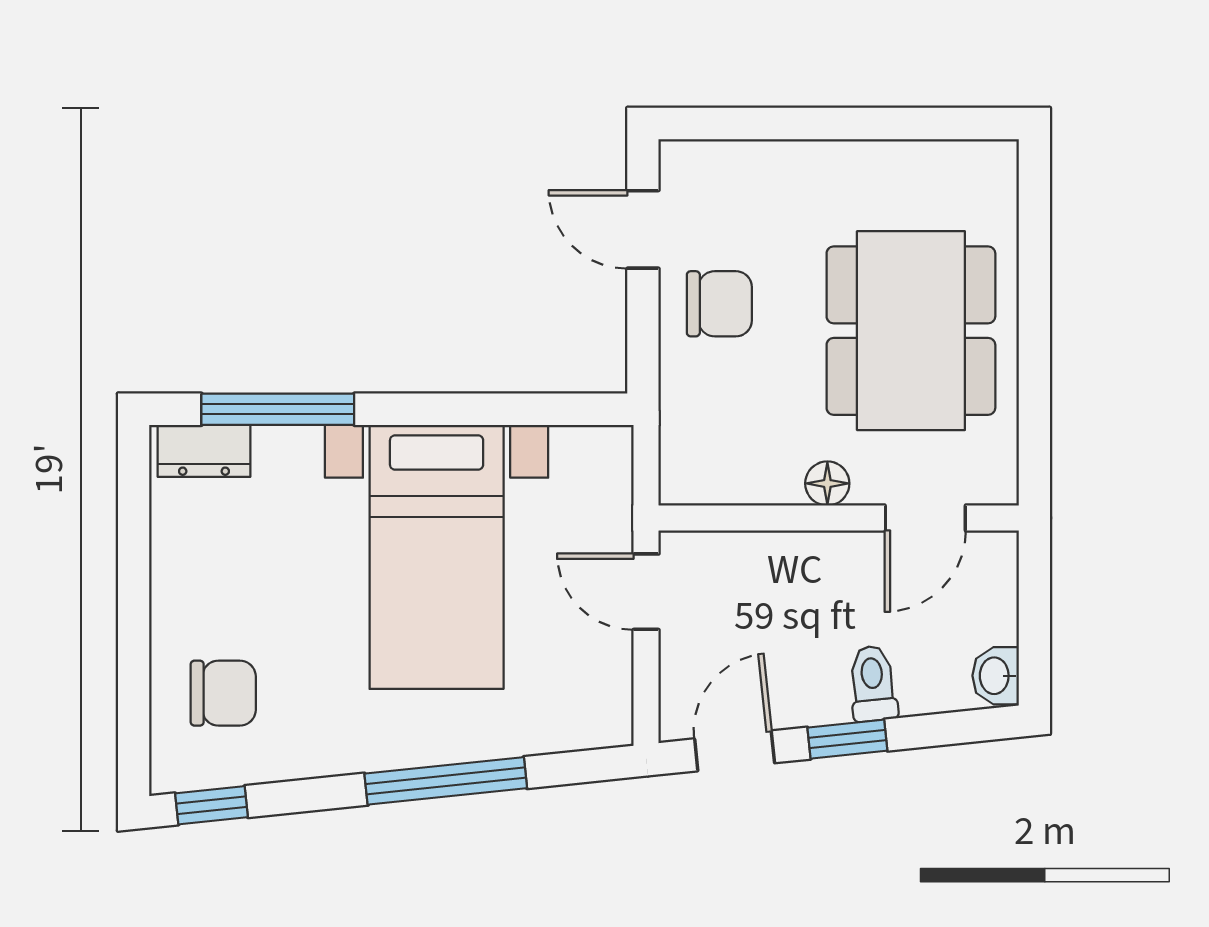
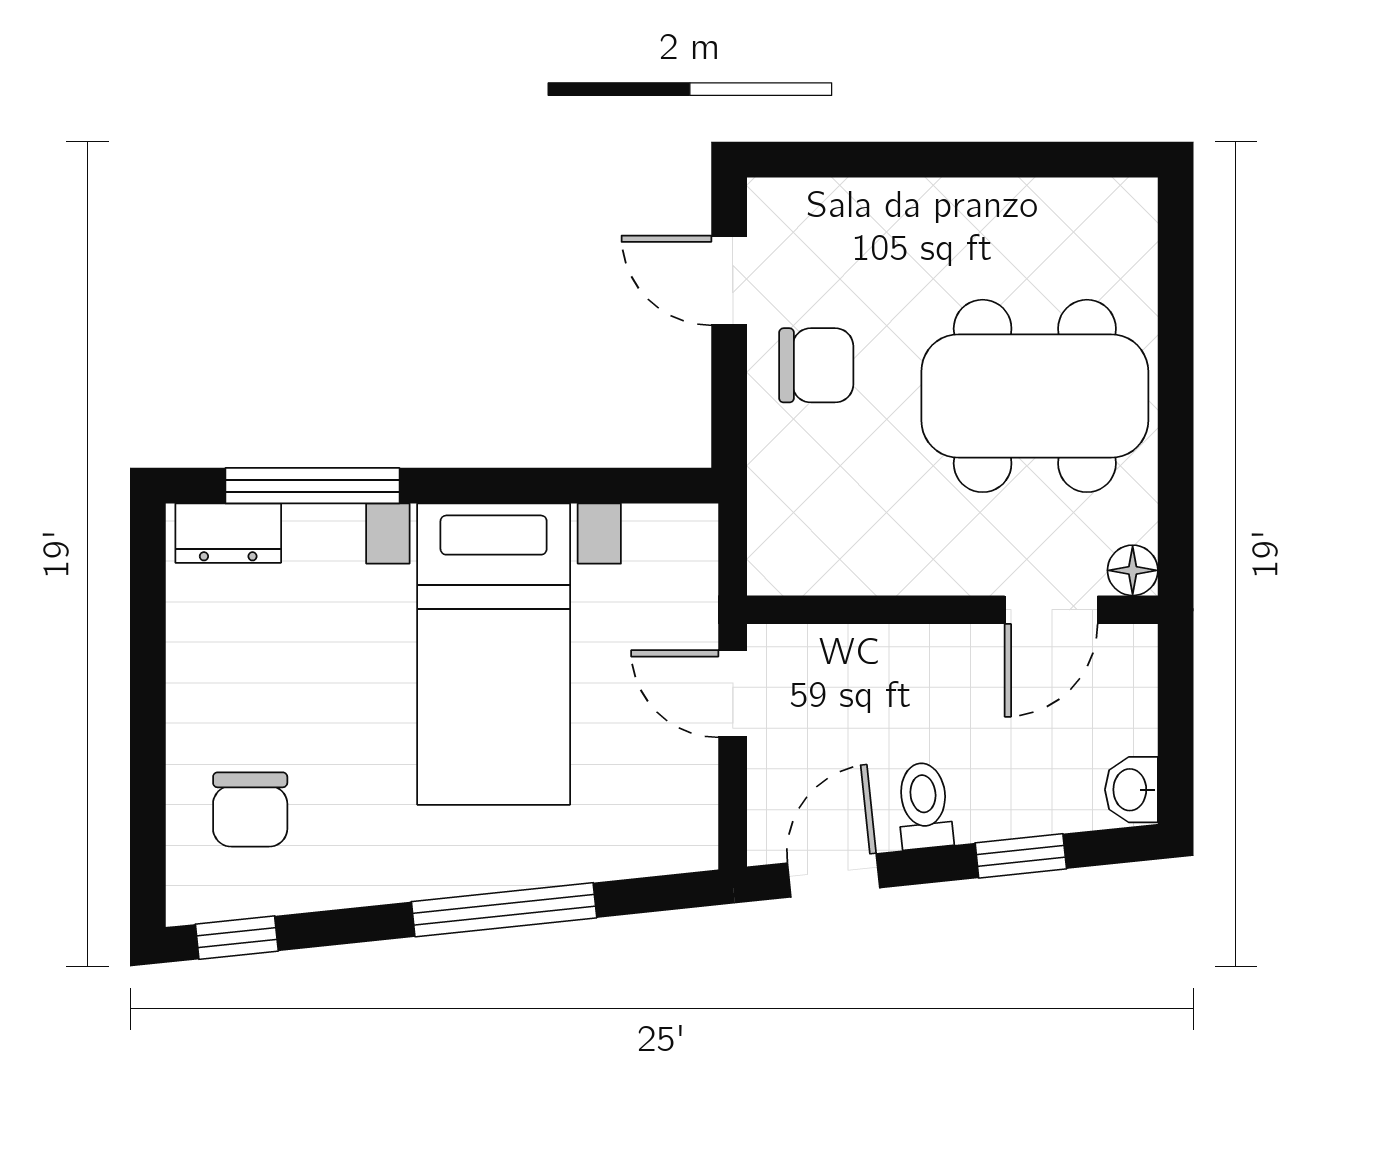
dining table: (911, 331) -> (1035, 396), turned 90
floor lamp: (827, 483) -> (1133, 570), moved
toilet: (873, 683) -> (924, 806), moved
chair: (223, 693) -> (250, 810), turned 90
window: (847, 739) -> (1021, 856), moved

